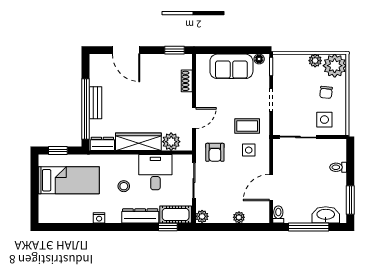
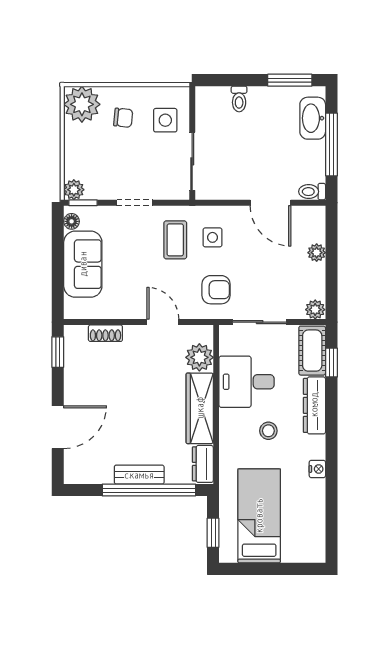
plant: (315, 61) -> (74, 190), moved

